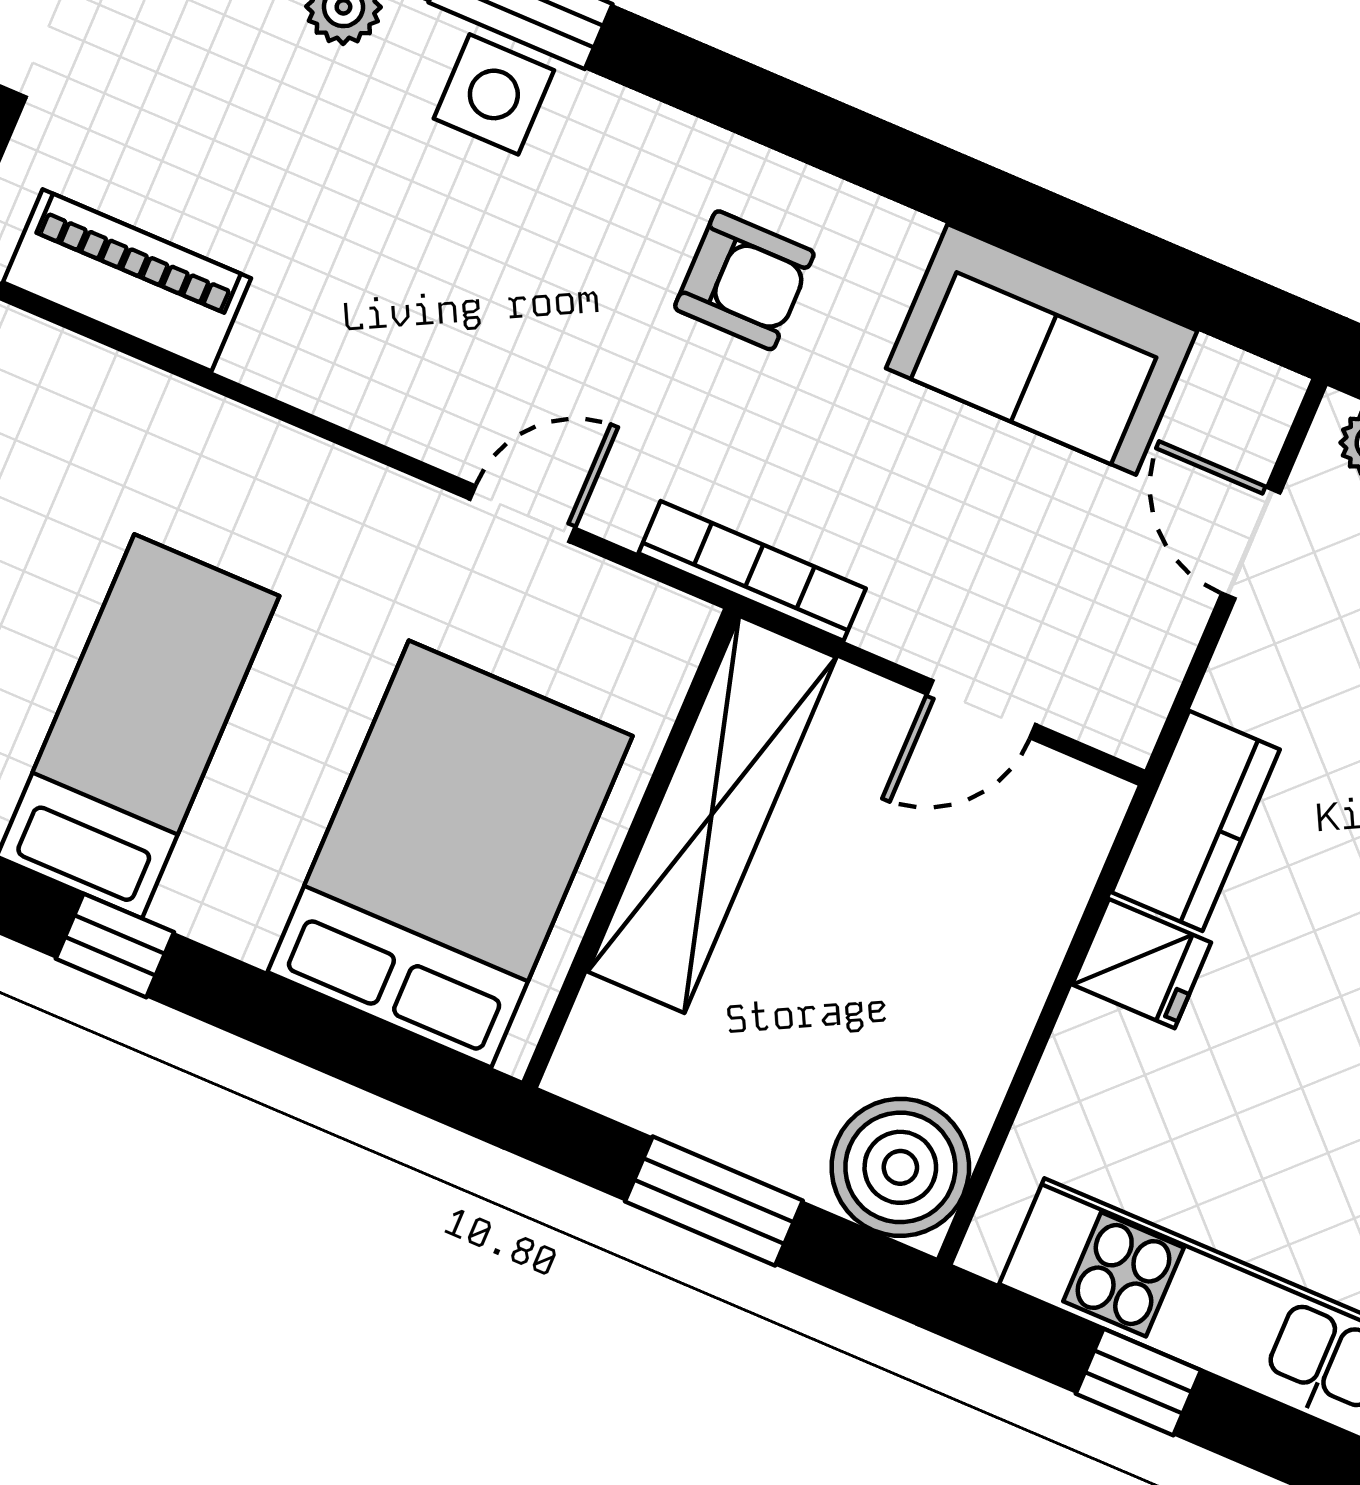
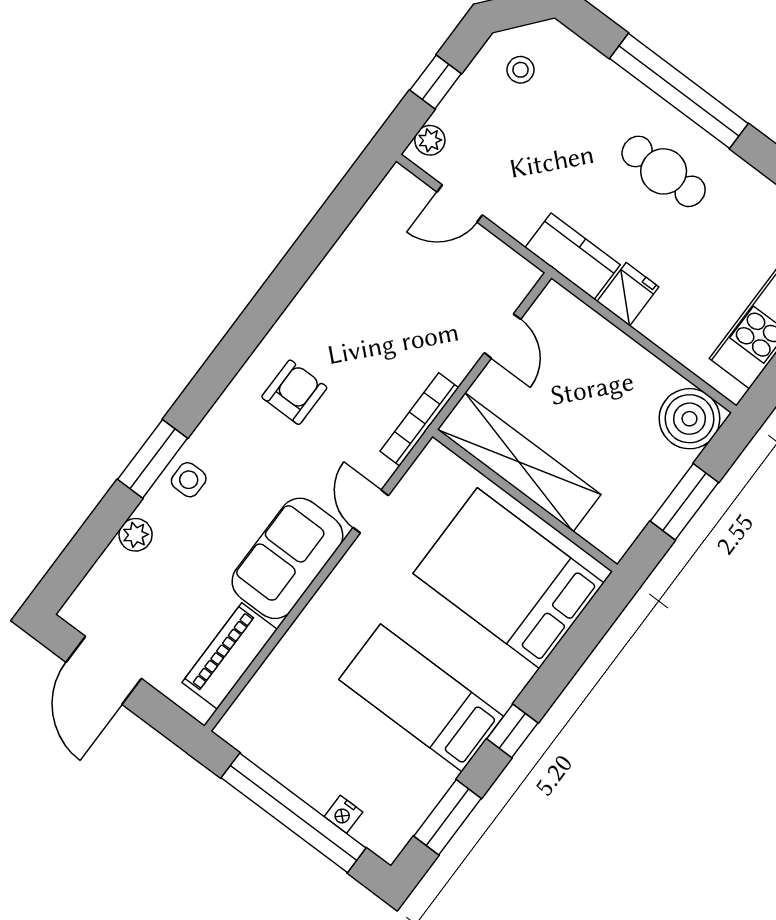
side table: (494, 94) -> (189, 480), width x0.73, depth x0.73
sofa: (1042, 349) -> (287, 558), moved, turned 180

